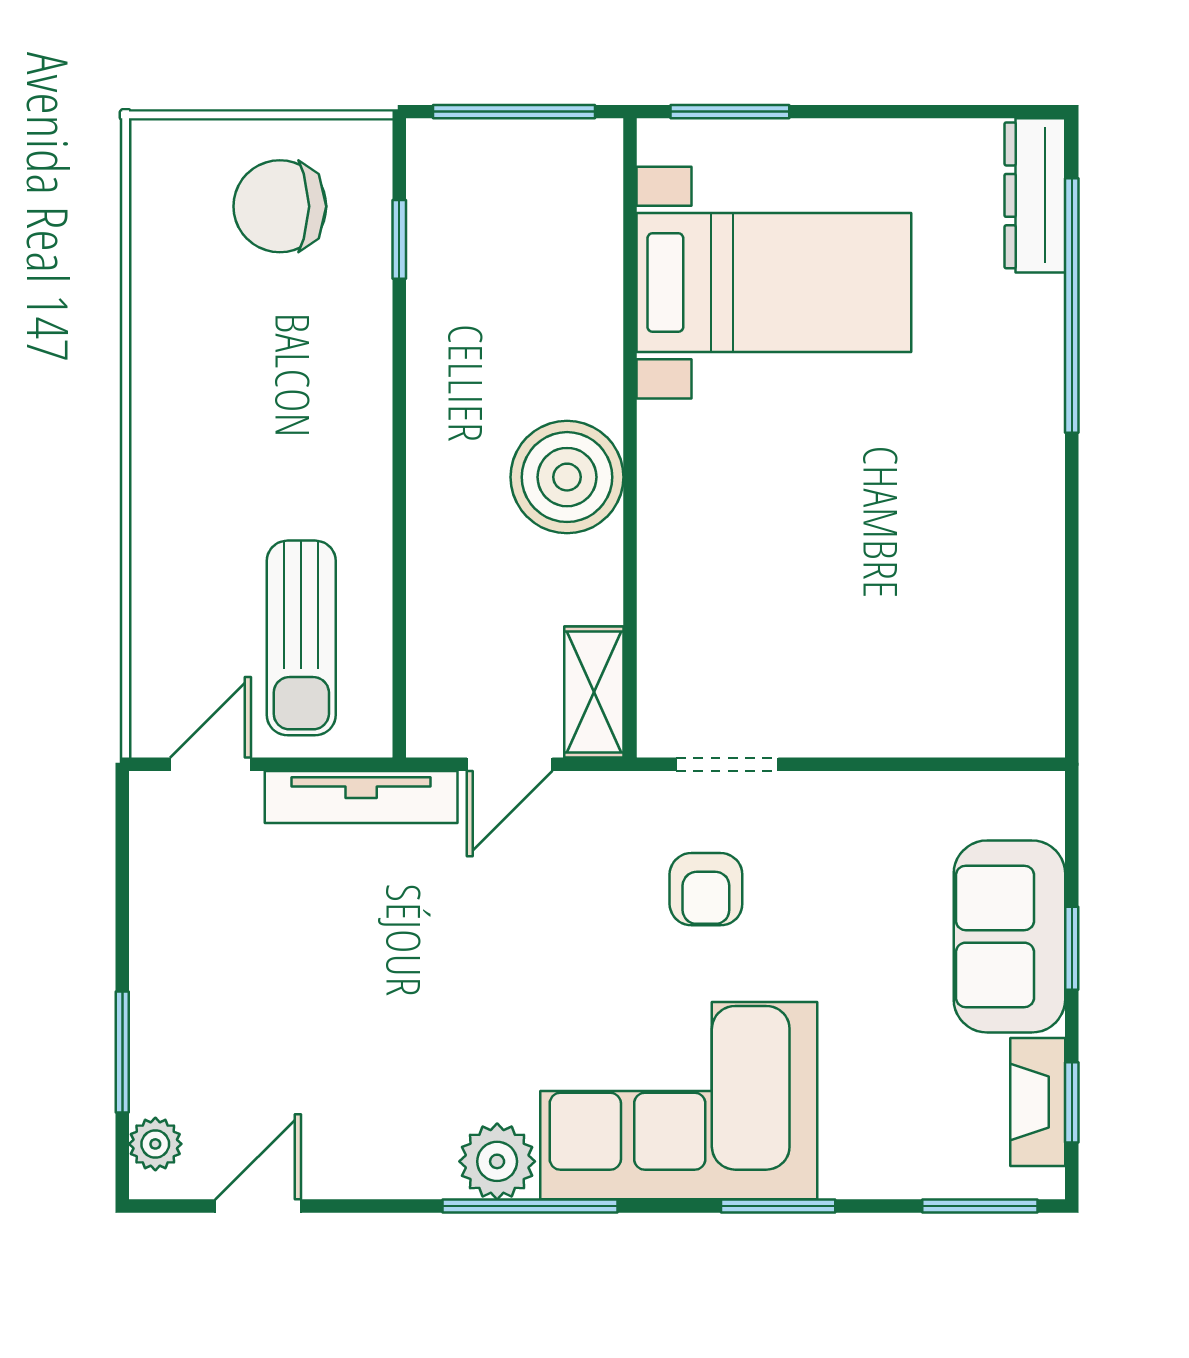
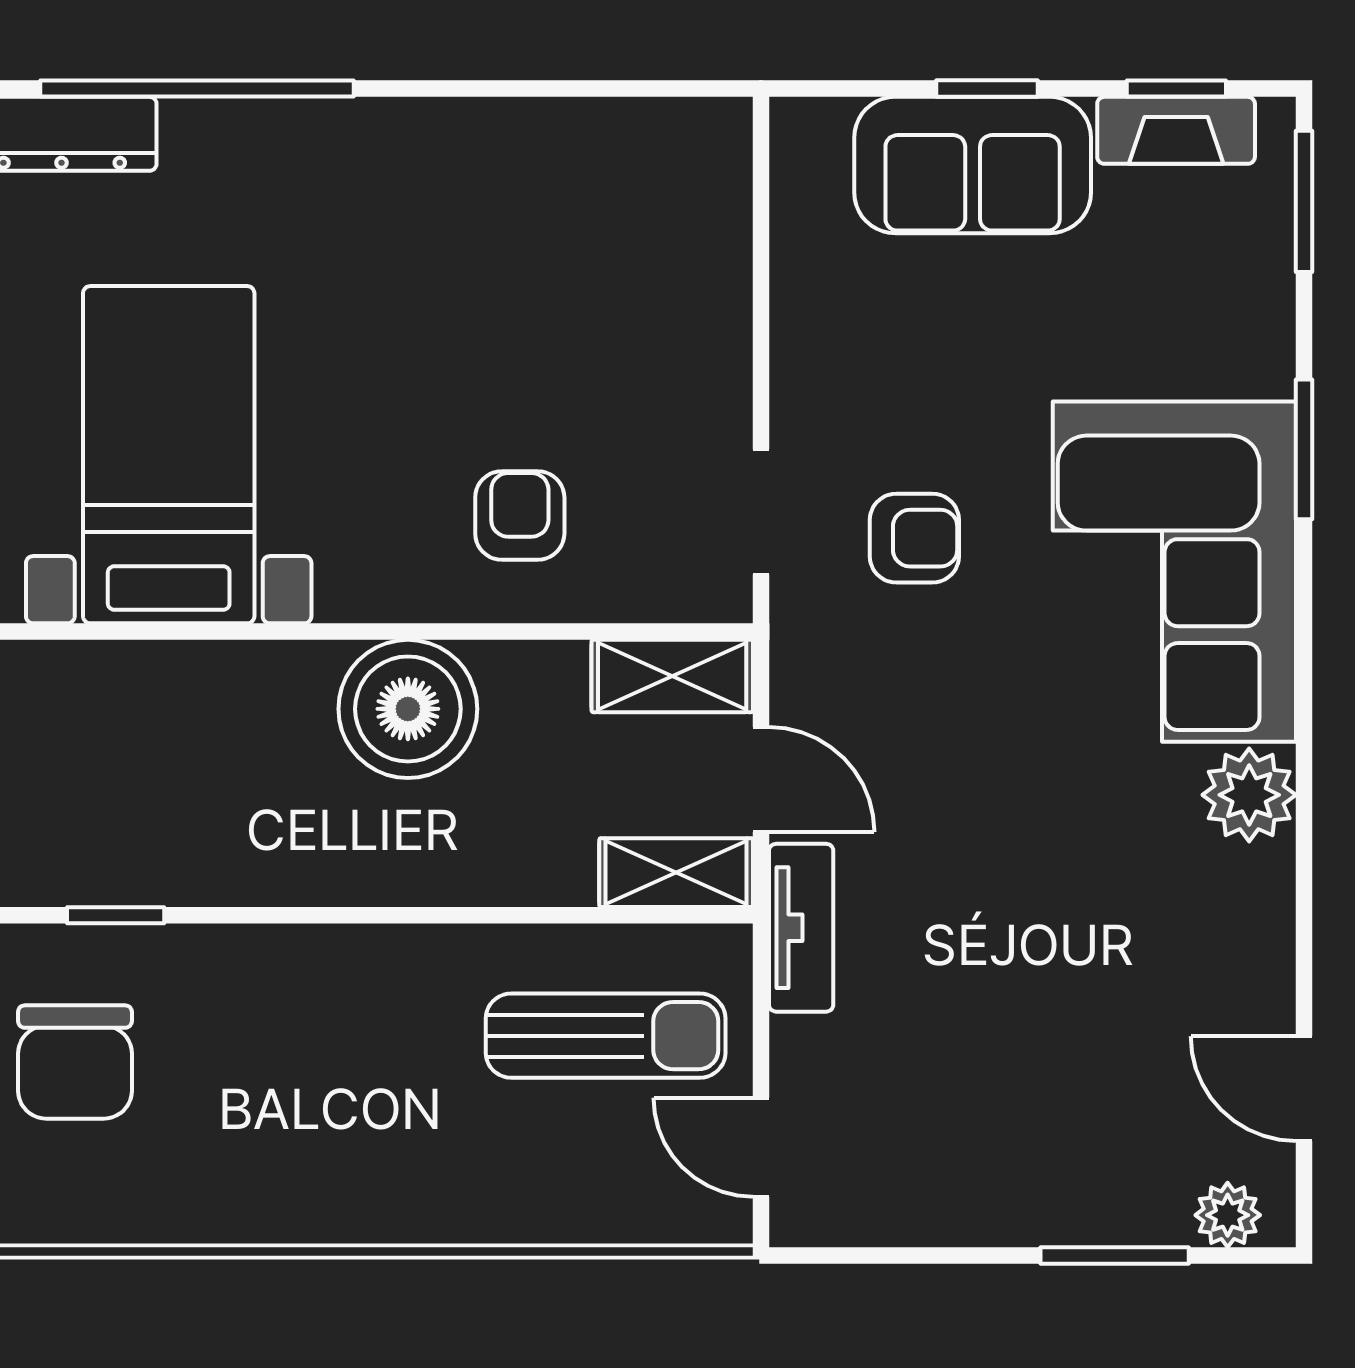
armchair: (724, 568) -> (520, 516), added
shelving: (434, 695) -> (676, 873), added
tv unit: (361, 797) -> (801, 928), width x0.71
window: (530, 1206) -> (1304, 754), removed

